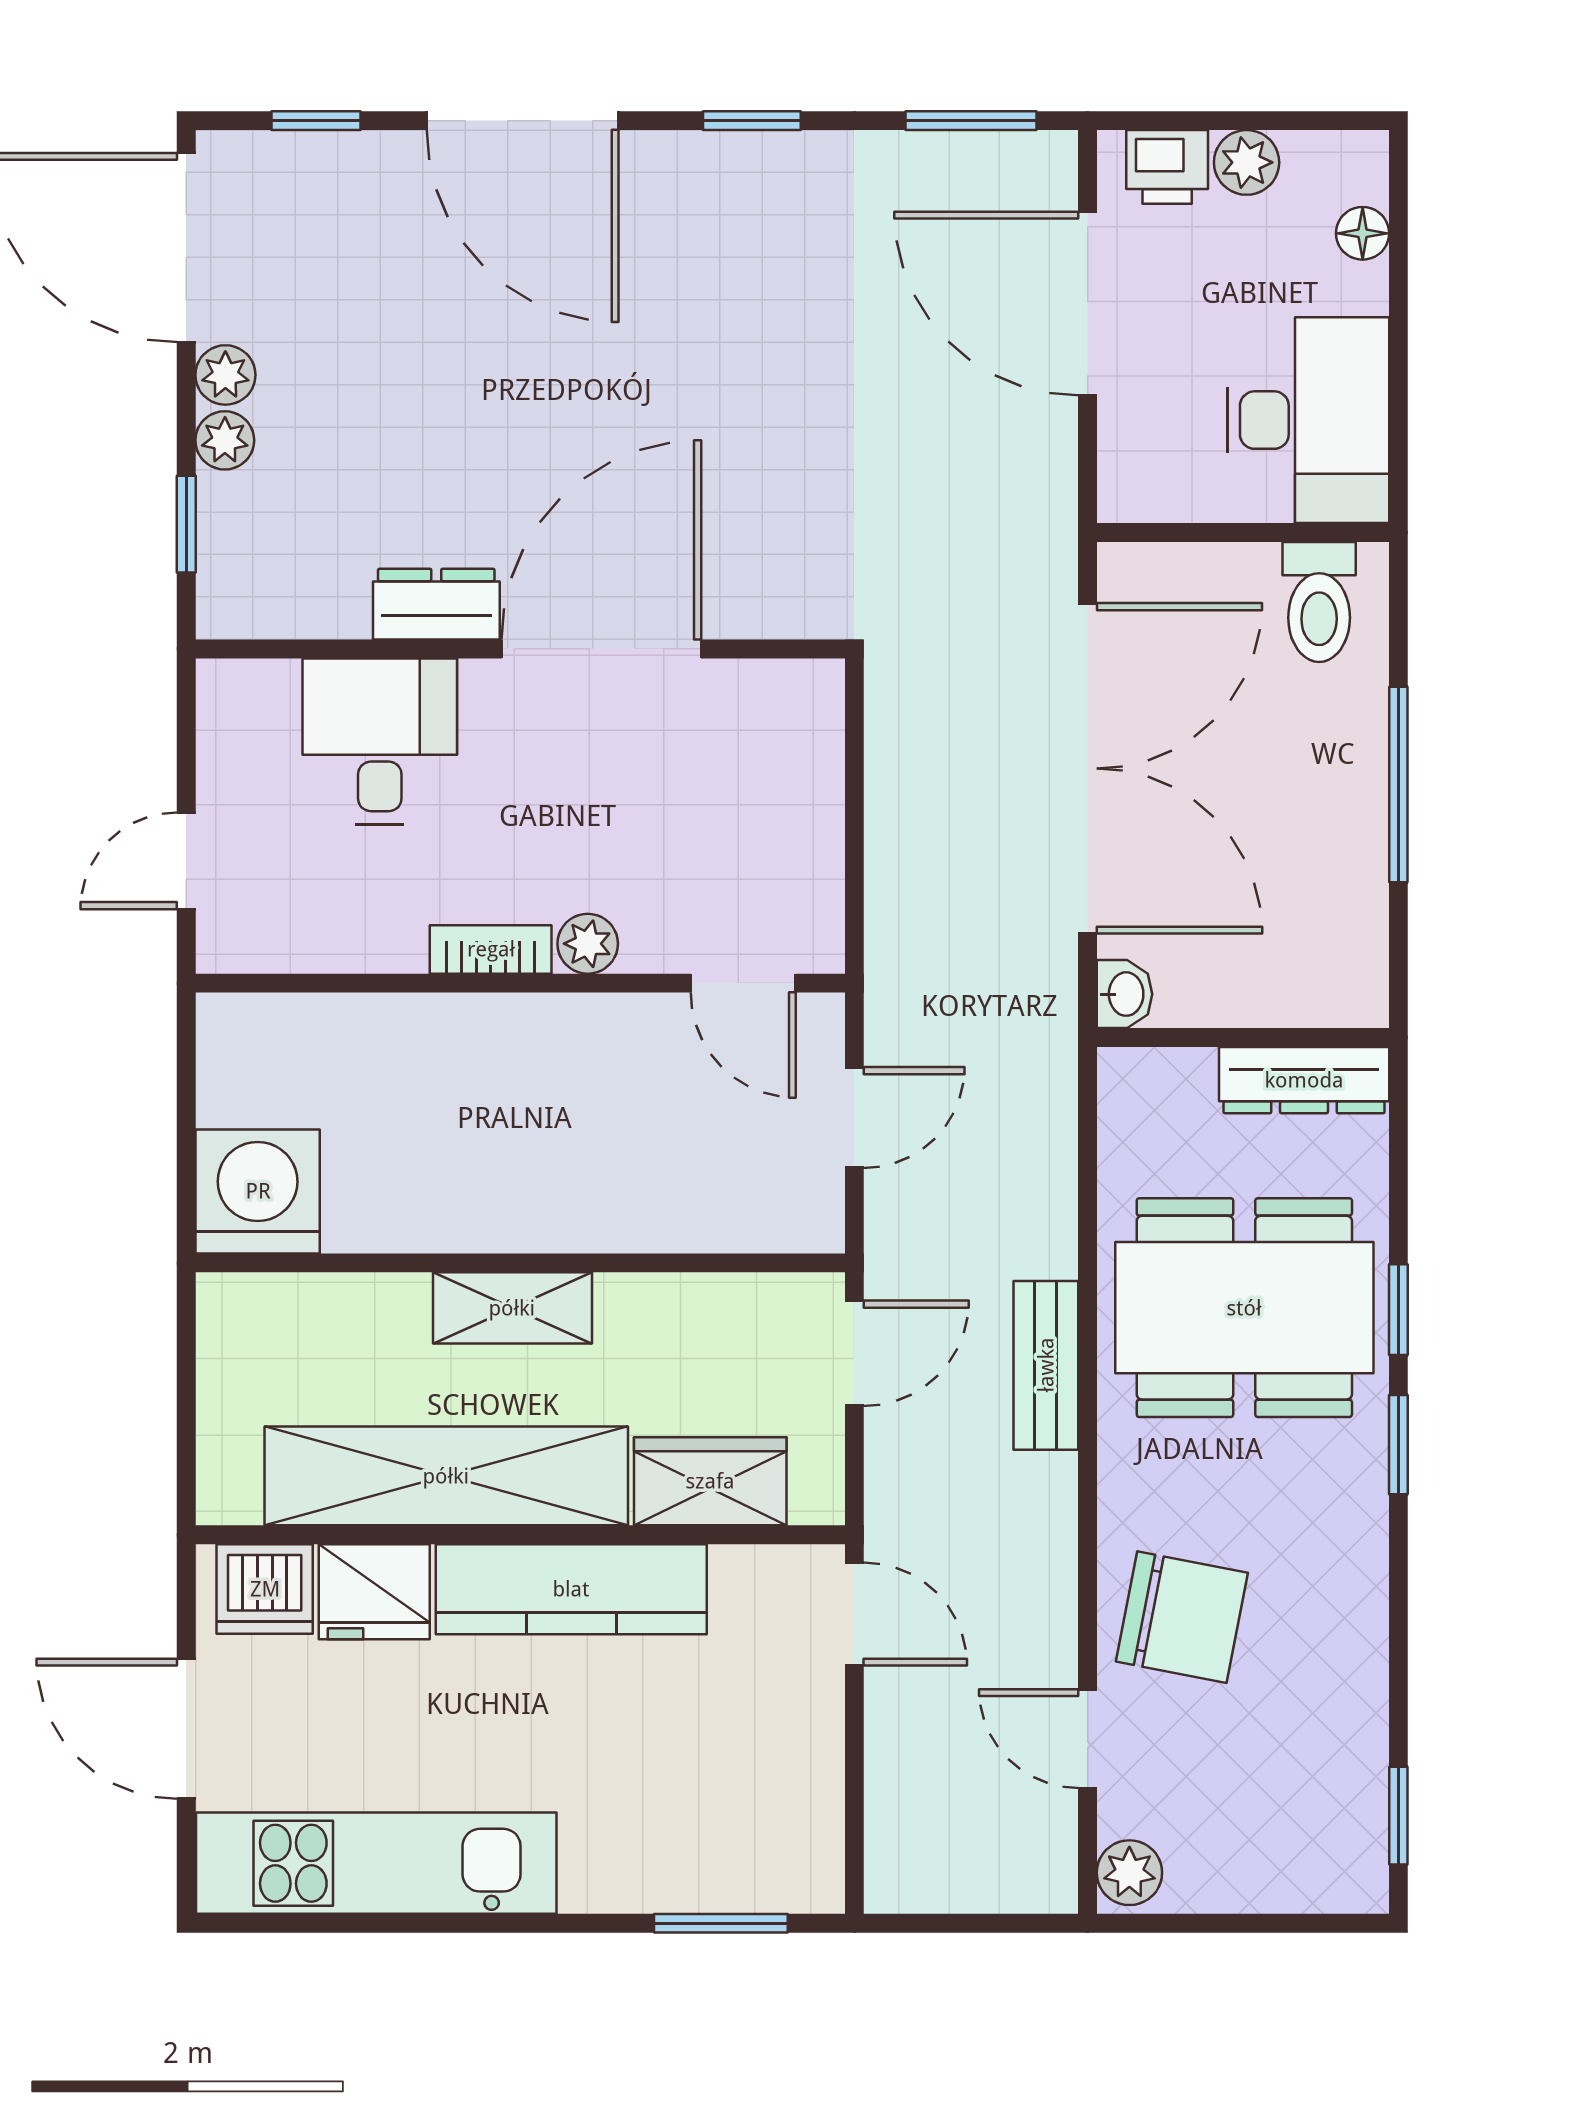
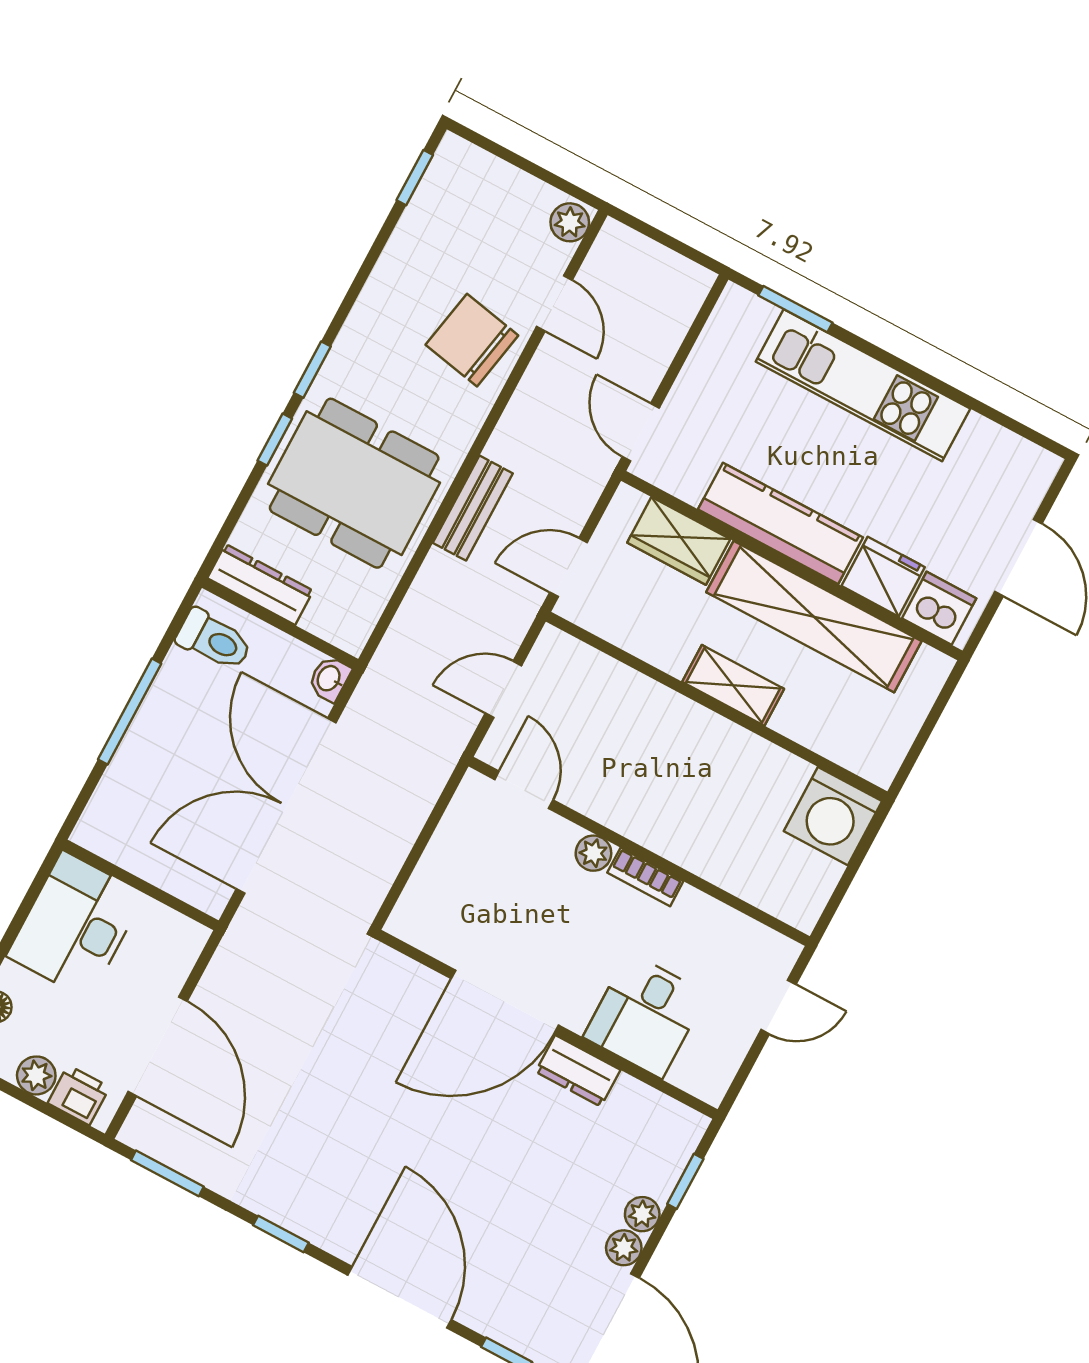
toilet: (1319, 602) -> (214, 640), moved, turned 90
kitchen unit: (376, 1863) -> (863, 385), moved

